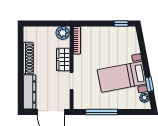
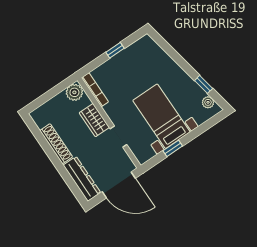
window: (121, 24) -> (115, 50), moved
bed with nightstands: (122, 77) -> (161, 116), moved, turned 101
window: (102, 112) -> (173, 148), width x0.46

